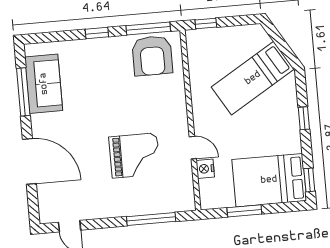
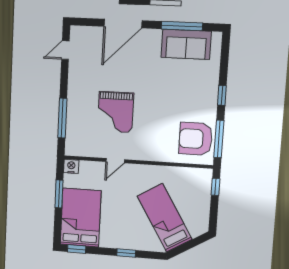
nightstand: (205, 169) -> (71, 166), moved

